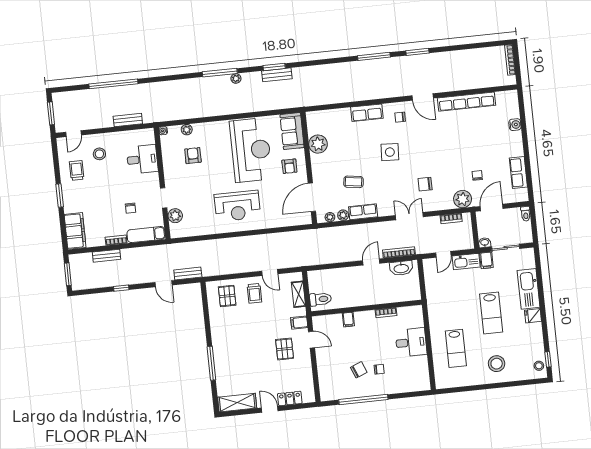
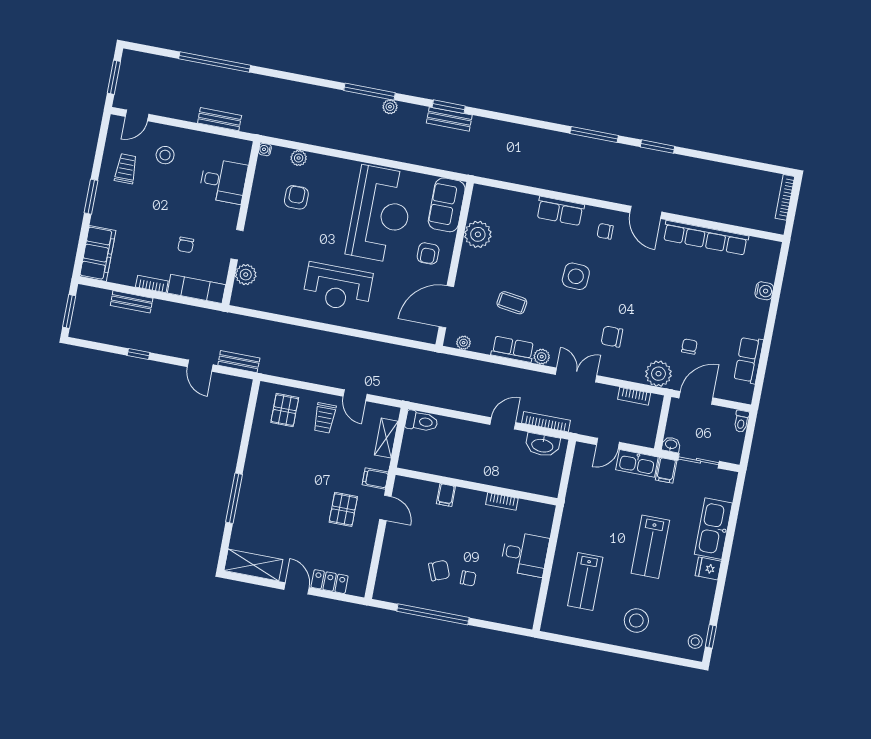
plant: (343, 215) -> (542, 357), moved
toilet: (320, 299) -> (422, 421), moved

